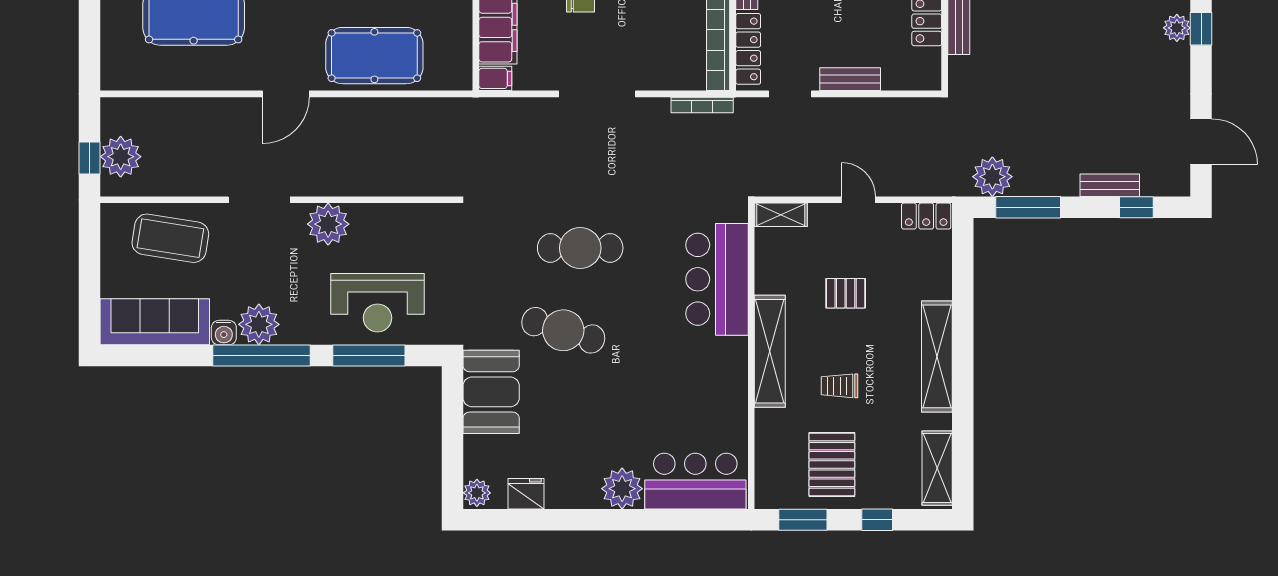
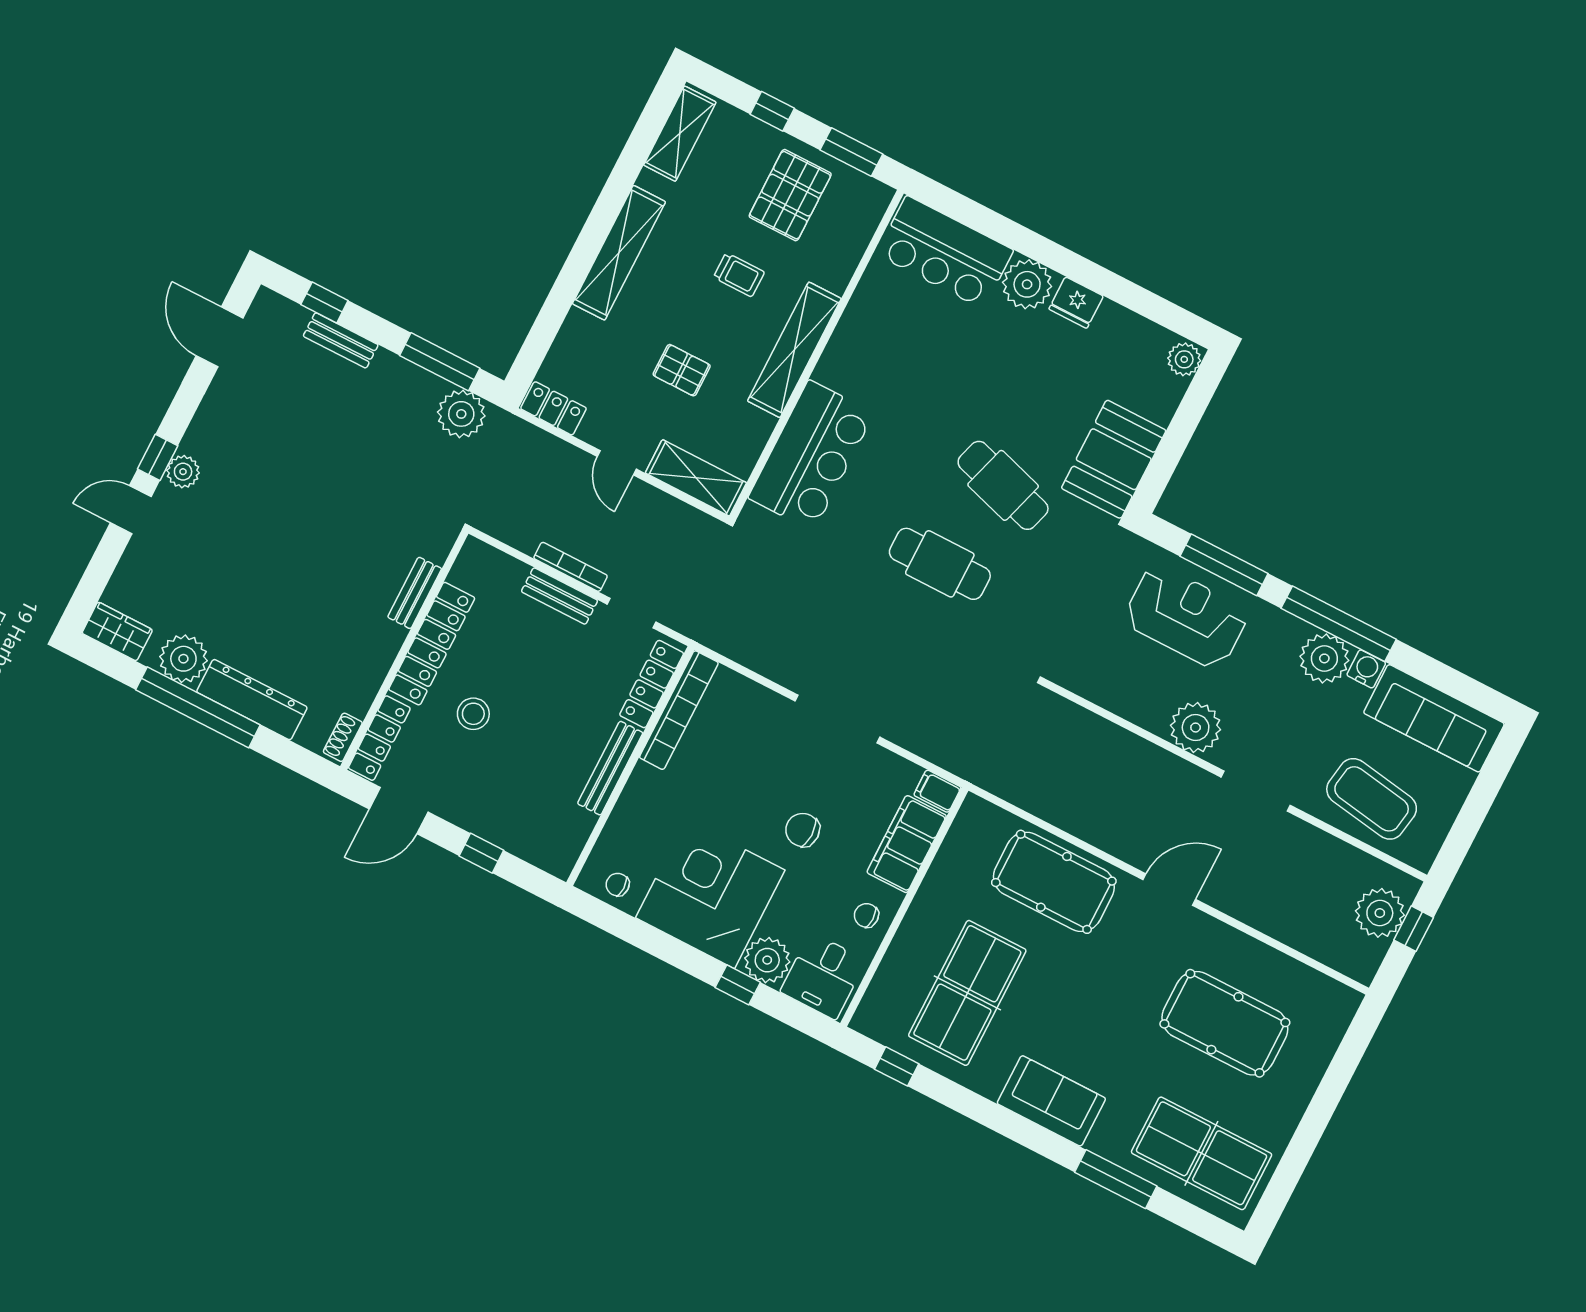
bookcase: (702, 105) -> (571, 567), moved
shelving: (781, 215) -> (696, 478), width x1.50, depth x1.33
fridge: (526, 494) -> (1076, 303), moved

